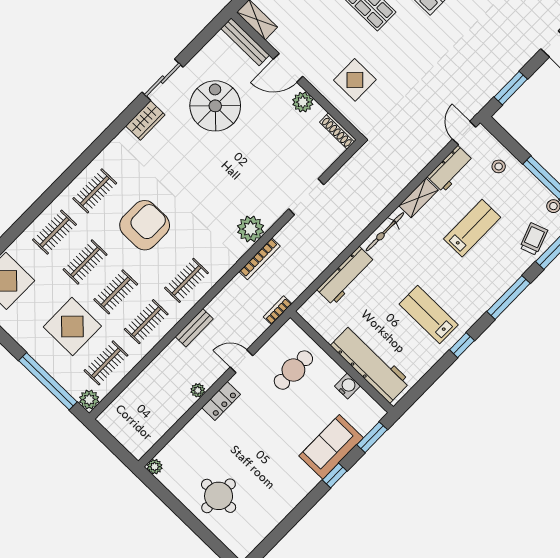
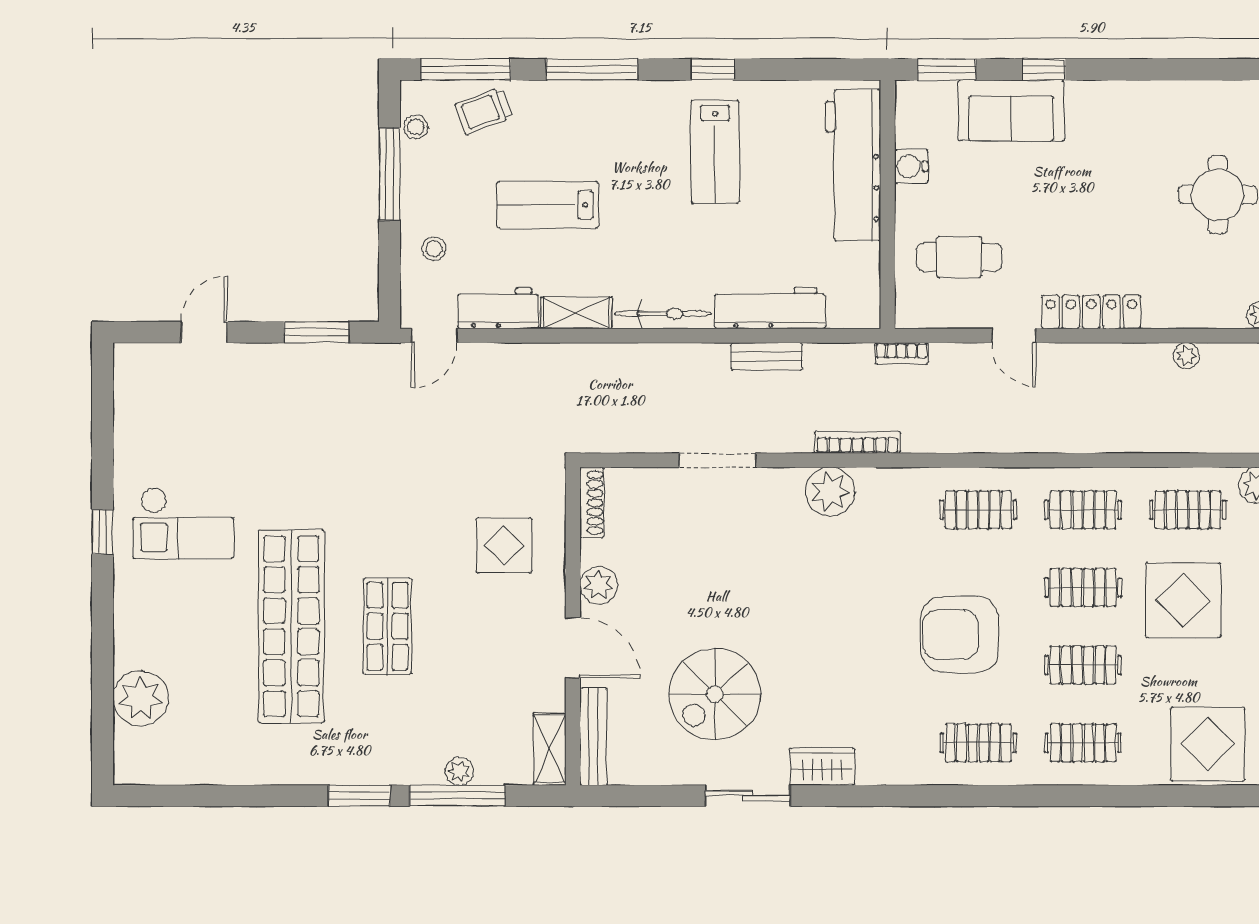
bench: (194, 328) -> (767, 356), moved
plant: (198, 390) -> (1187, 356), moved
locker: (221, 401) -> (1091, 312), width x1.53

